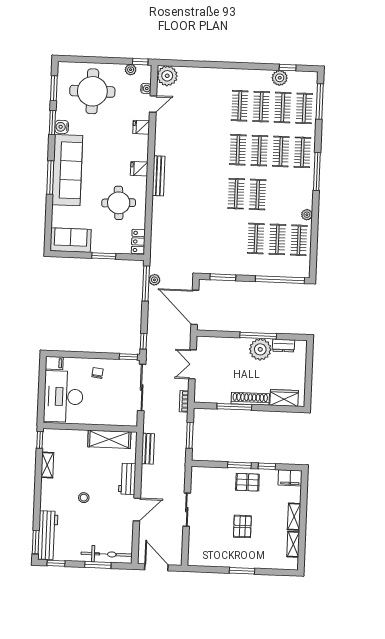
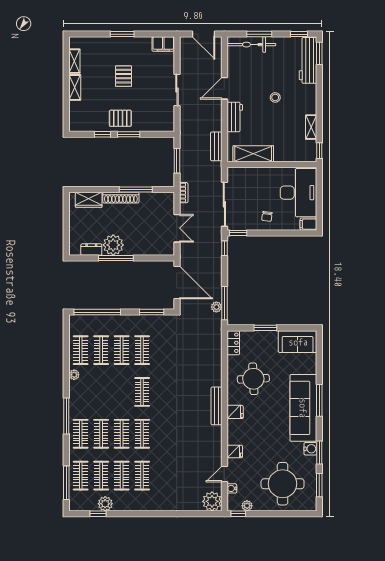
clothes rail: (258, 195) -> (142, 350), moved
filing cabinet: (290, 478) -> (163, 44), moved, turned 180

